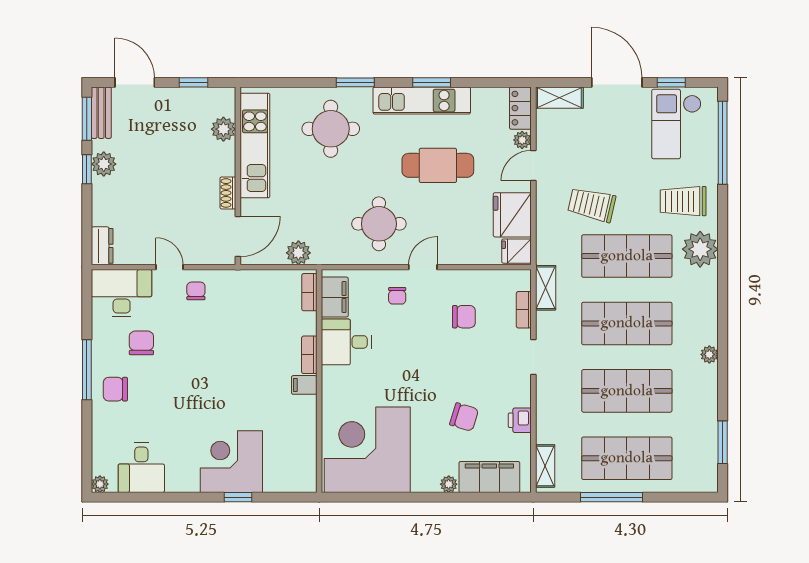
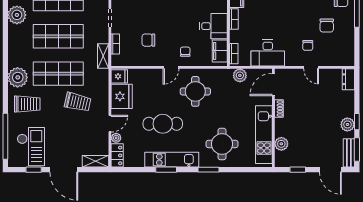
chair: (196, 291) -> (308, 45), moved
desk: (122, 293) -> (268, 53), moved
plant: (709, 354) -> (17, 15), width x1.88, depth x1.88

